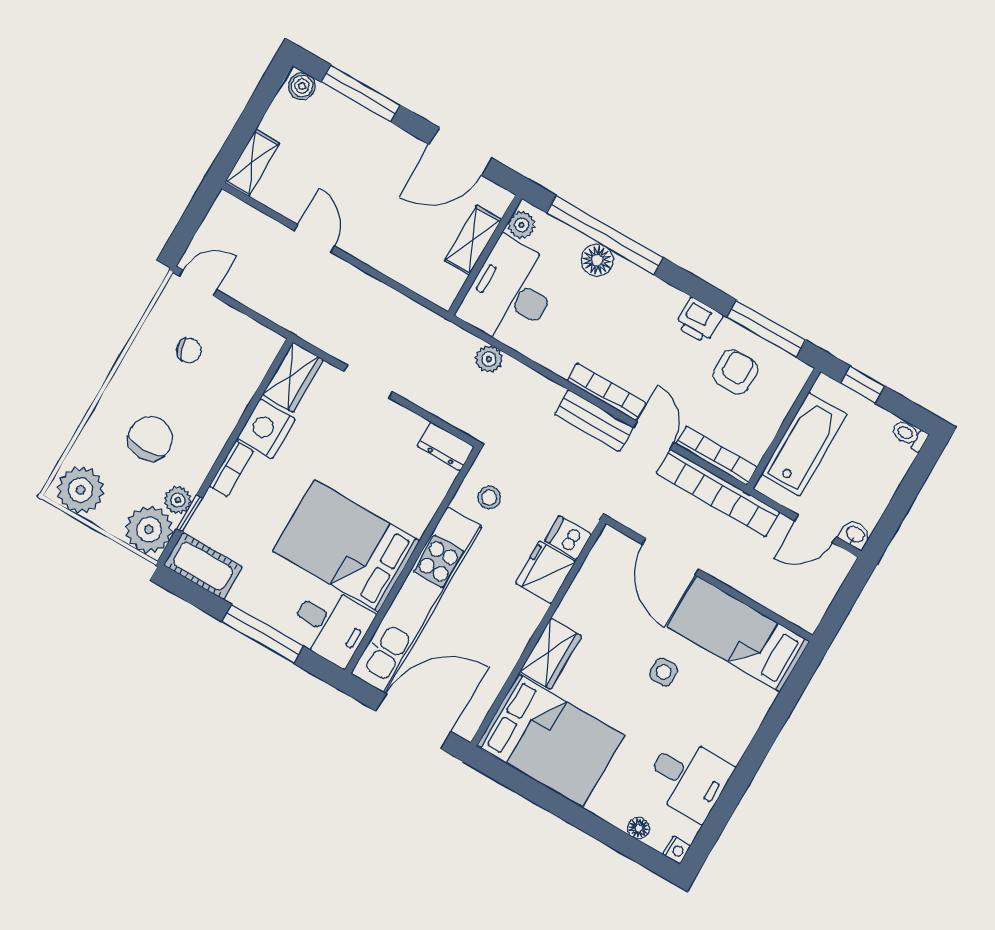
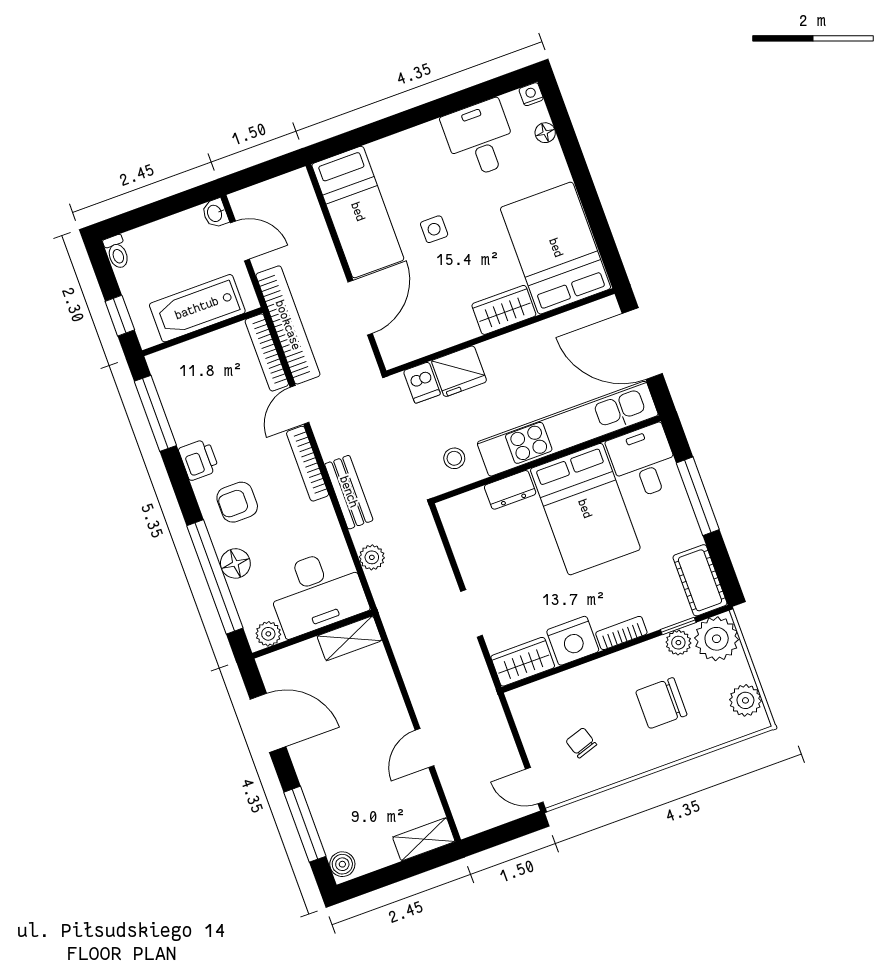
shelving: (473, 240) -> (349, 638), moved
armchair: (735, 372) -> (237, 502), moved
bench: (594, 421) -> (349, 492), moved
dresser: (446, 446) -> (510, 490), moved, turned 90
plant: (81, 490) -> (745, 700), width x0.73, depth x0.73

